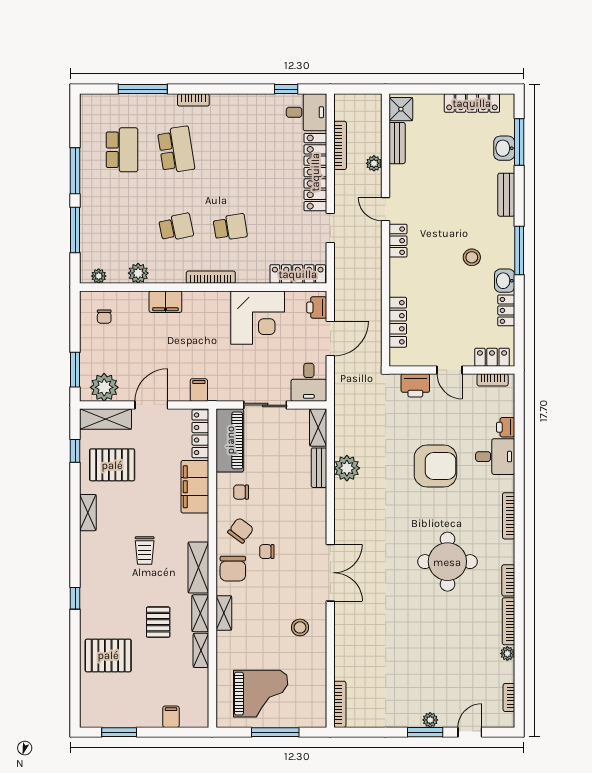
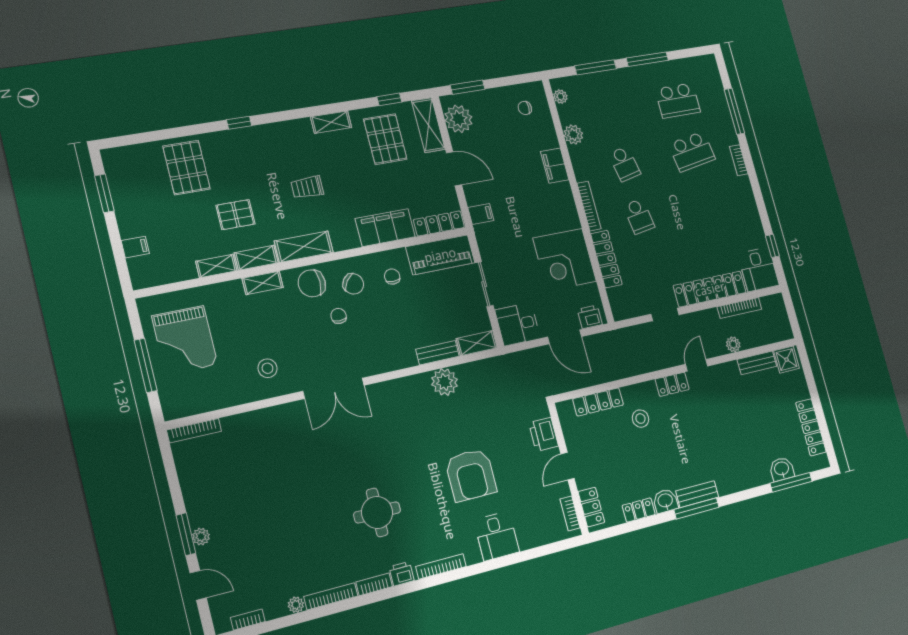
bench: (506, 195) -> (697, 494), moved
stool: (472, 257) -> (640, 419), moved
locker: (298, 274) -> (606, 259), moved
printer: (506, 427) -> (402, 574), moved
round table: (447, 562) -> (377, 512), width x0.73, depth x0.73

